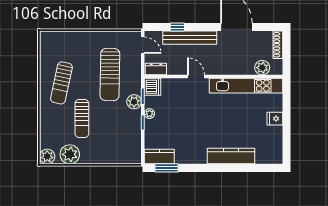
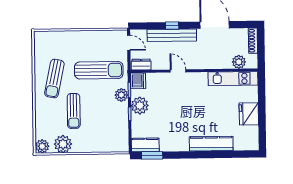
window: (177, 27) -> (172, 26), moved
sun lounger: (110, 75) -> (99, 70), turned -91
kitchen unit: (246, 86) -> (233, 79), width x0.73
plant: (149, 114) -> (140, 106), width x1.88, depth x1.88
fridge: (275, 119) -> (249, 114), width x1.88, depth x1.34

